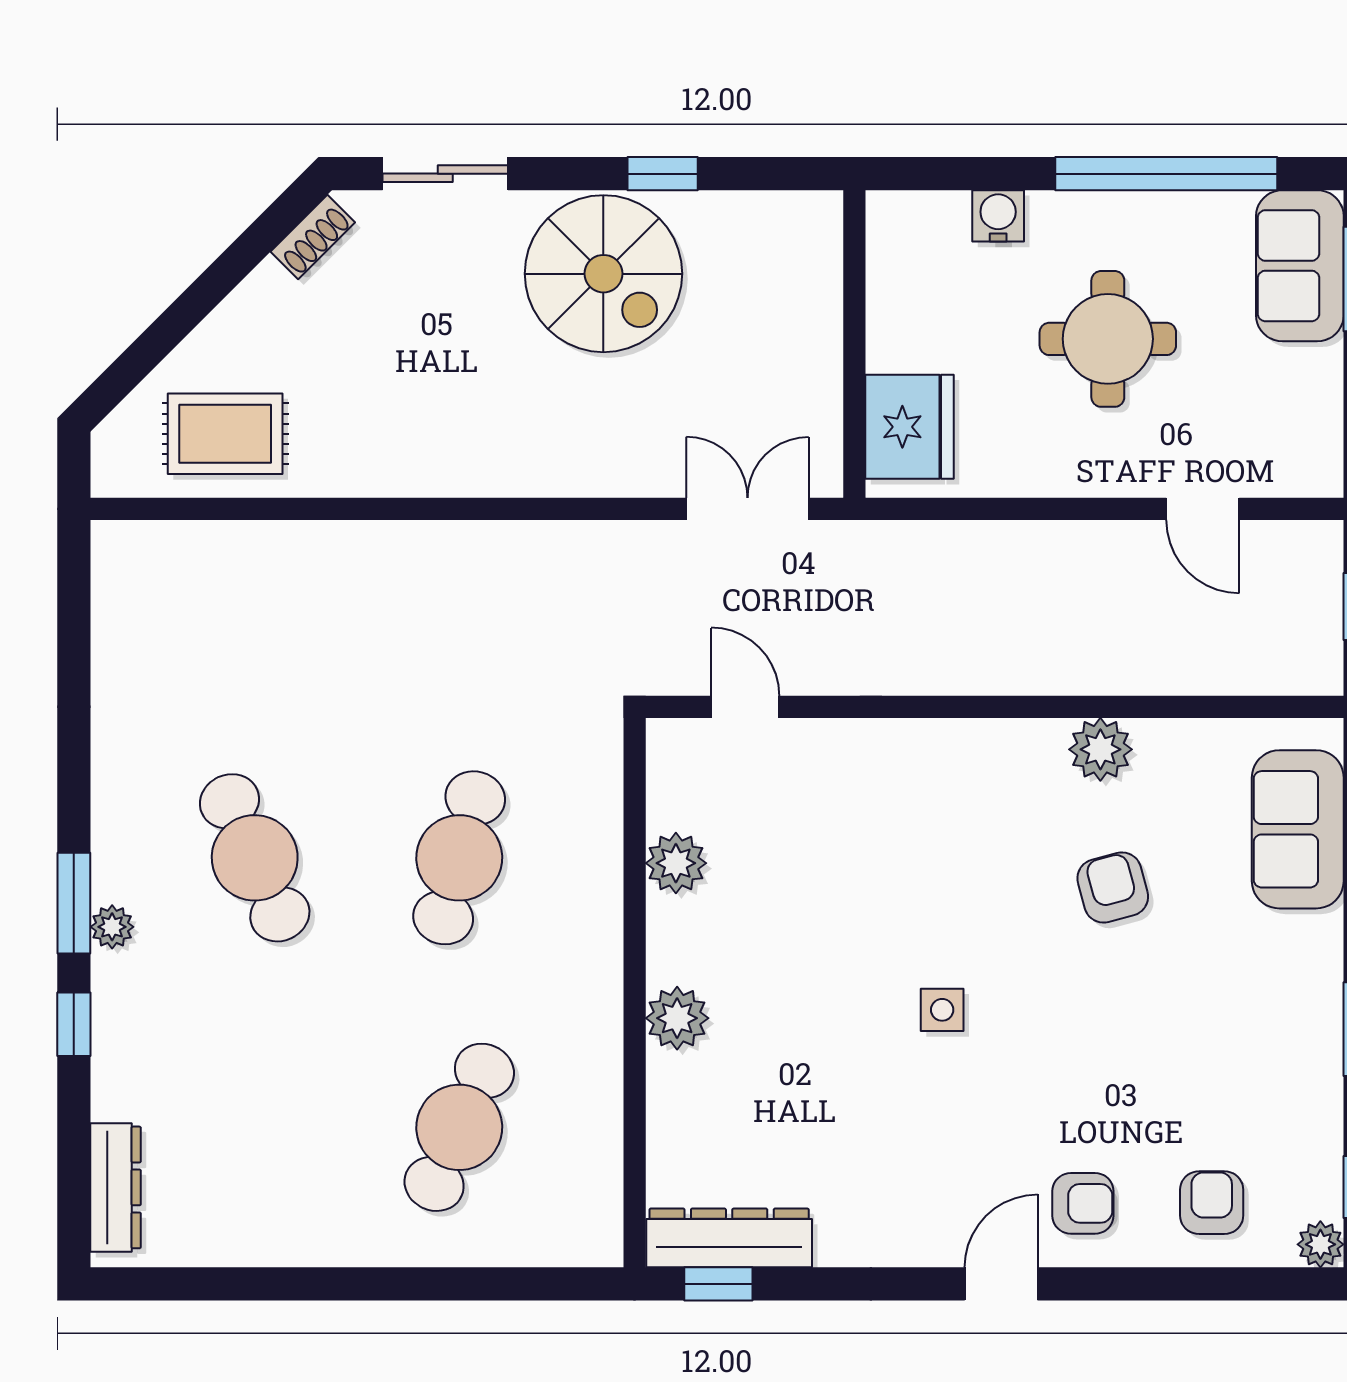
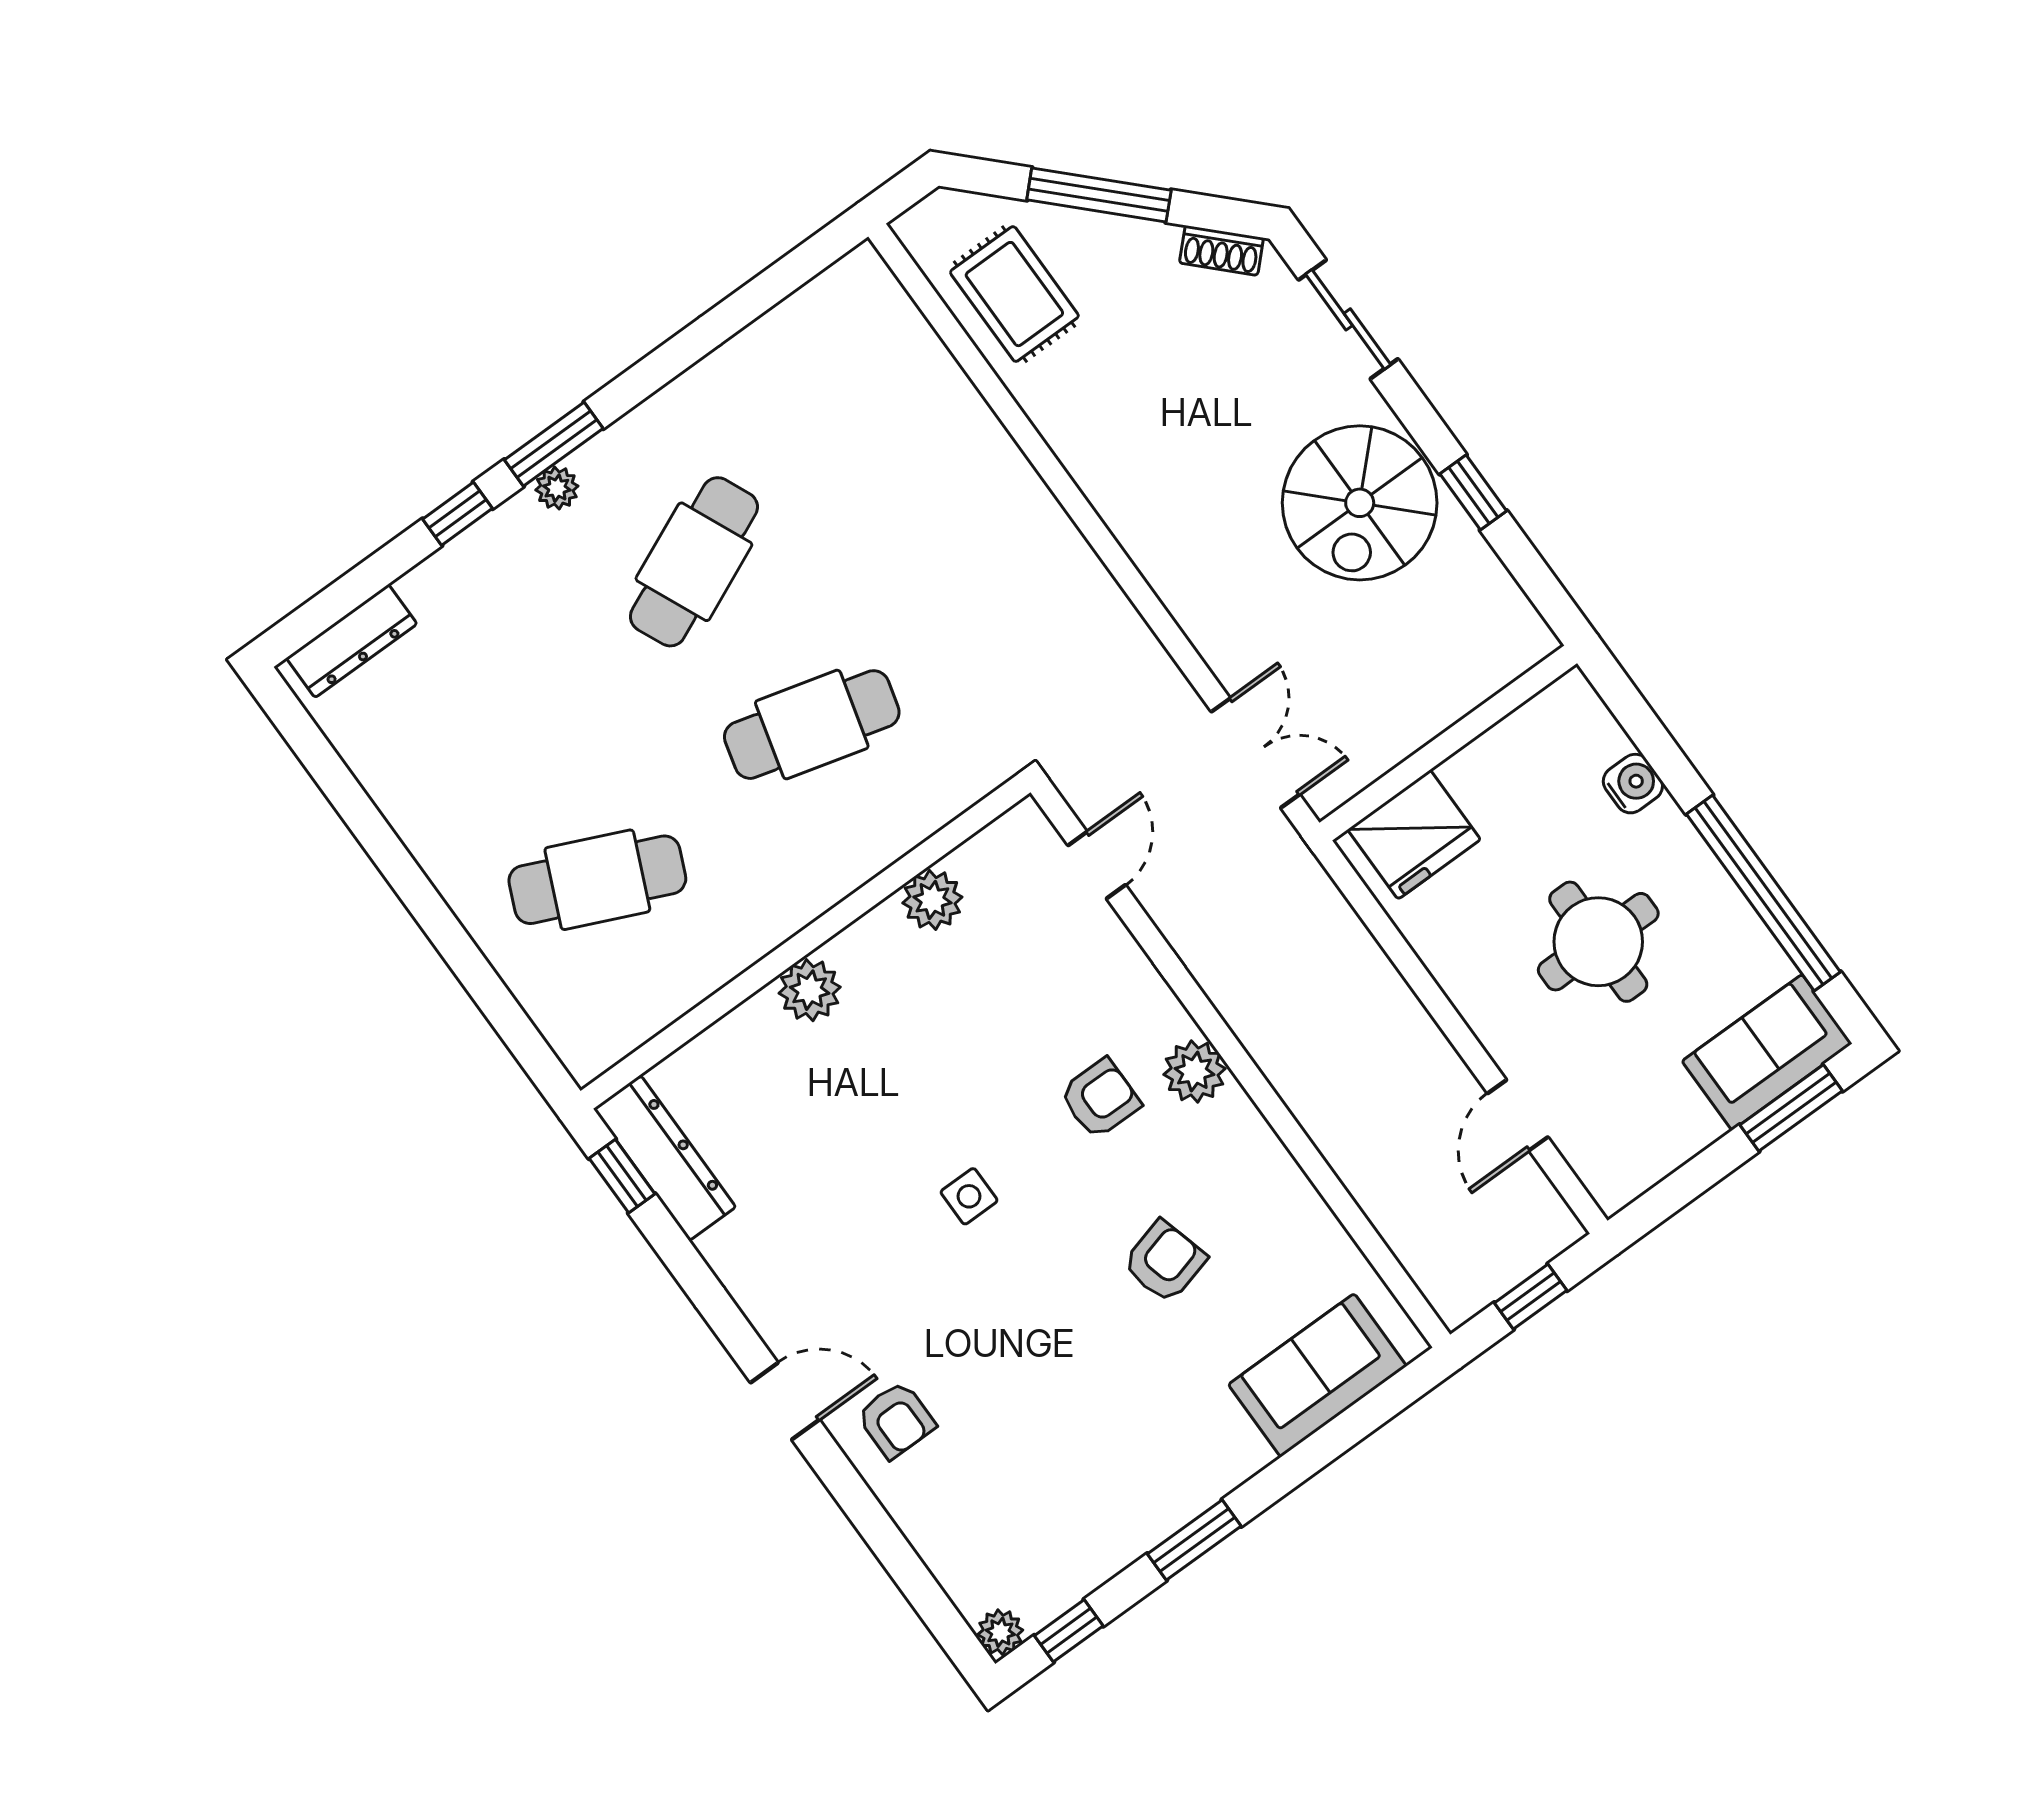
window: (194, 305) -> (1099, 195), added
plant: (1100, 749) -> (1195, 1072), moved
armchair: (1212, 1203) -> (1100, 1099), moved

